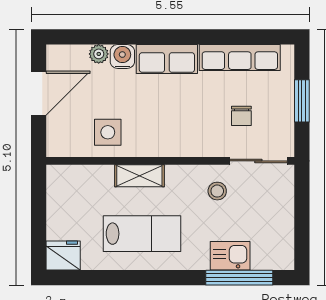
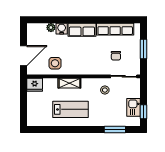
door: (39, 93) -> (23, 56), moved
window: (302, 239) -> (143, 112), added
fridge: (63, 255) -> (35, 85), moved, turned 180
kitchen sink: (230, 256) -> (134, 107), moved, turned -90
window: (239, 278) -> (115, 129), width x0.69

